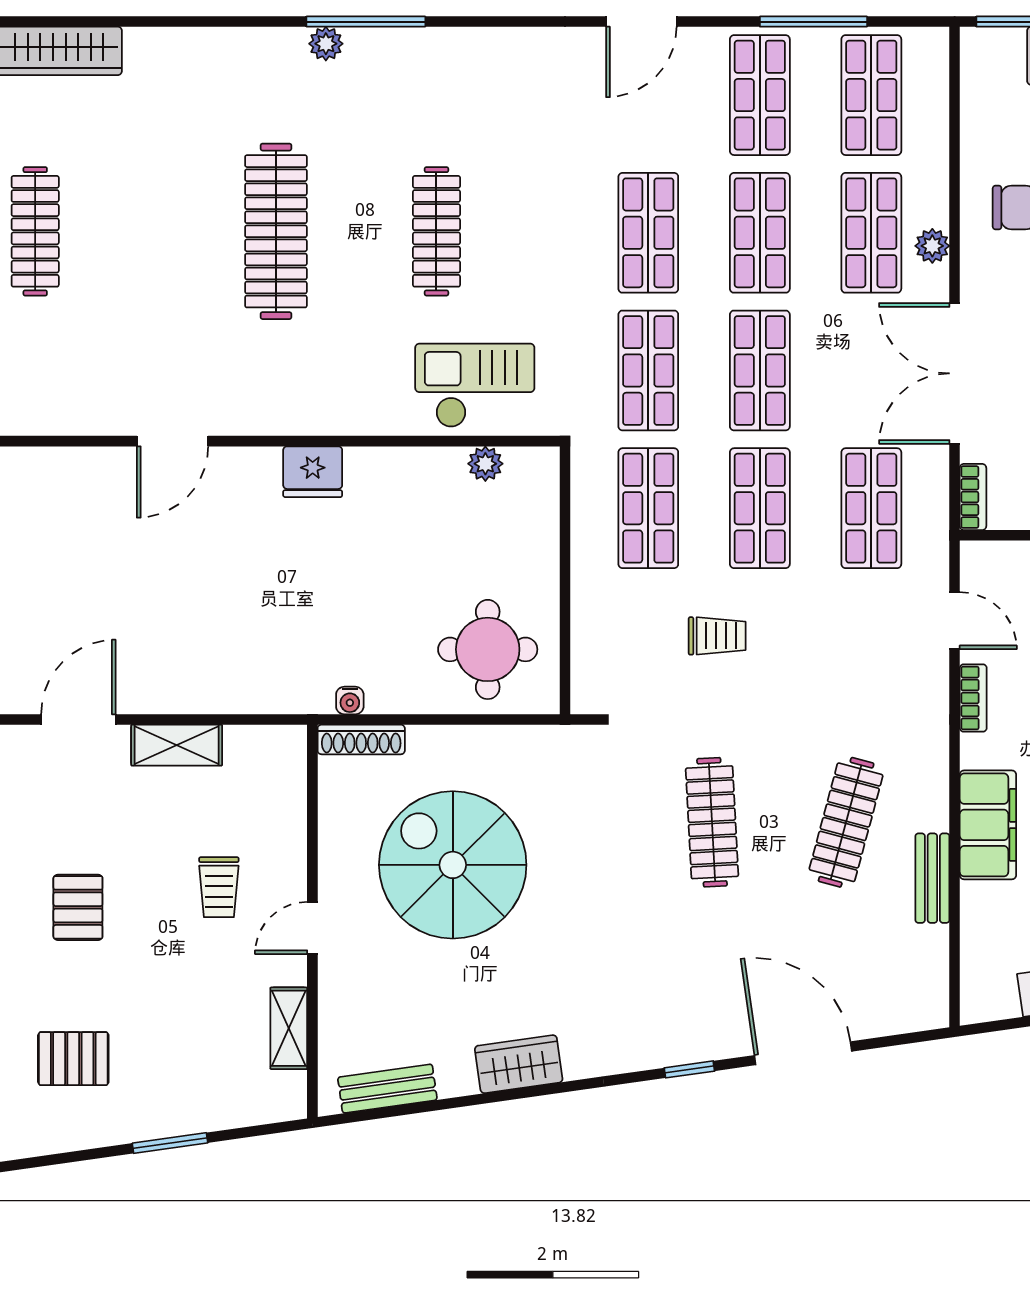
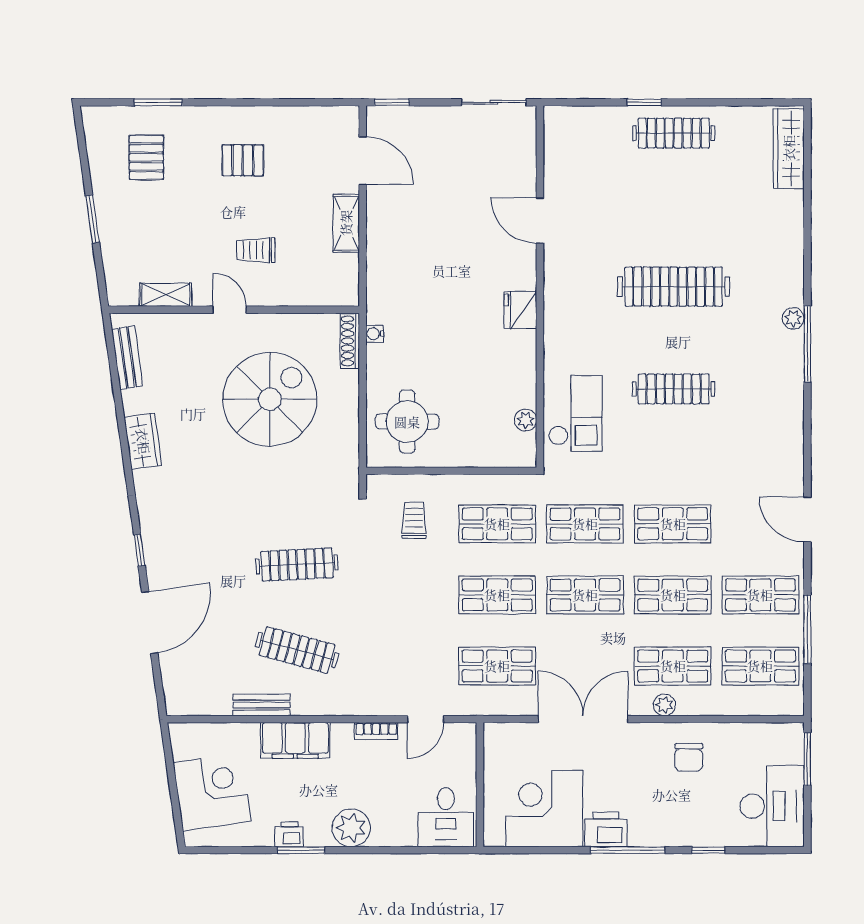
bookcase: (973, 497) -> (504, 731), removed
trolley: (717, 636) -> (414, 520), moved, turned 180

